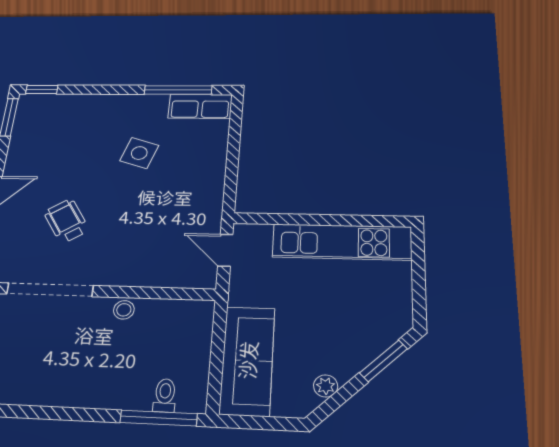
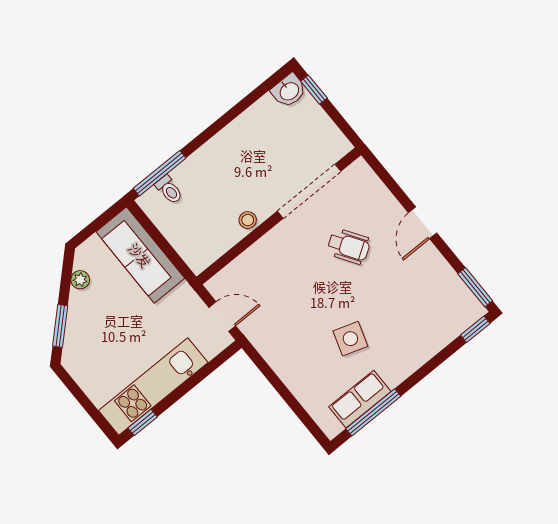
row of seats: (200, 106) -> (360, 399), moved
window: (379, 221) -> (143, 422), added

